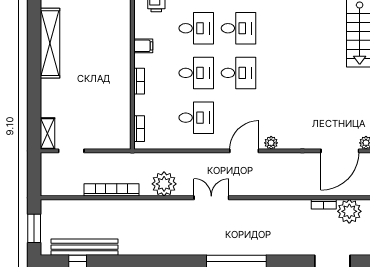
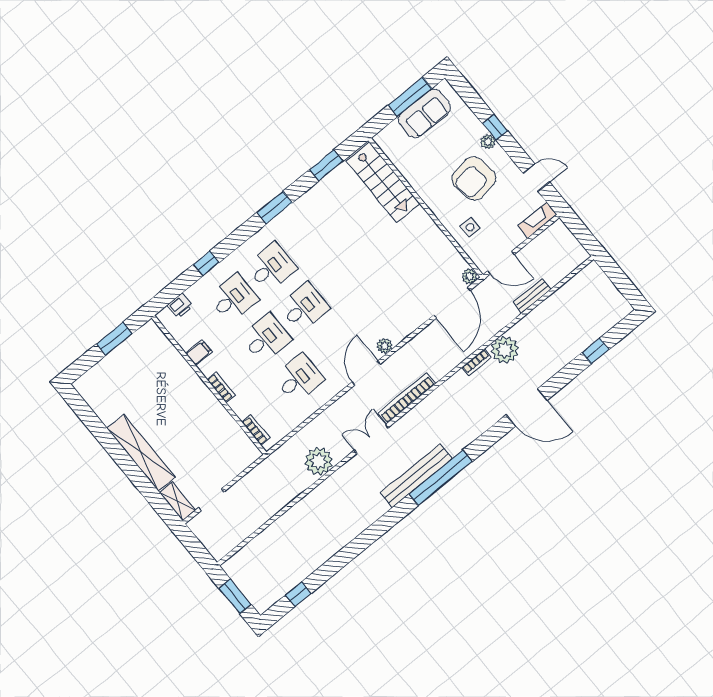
shelving: (50, 43) -> (141, 453), moved
bookcase: (111, 190) -> (407, 398), moved
bench: (84, 247) -> (416, 476), moved

